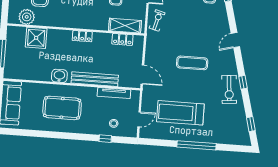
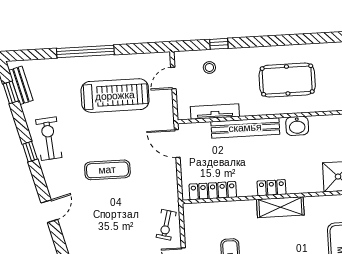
shelving: (125, 26) -> (280, 207), moved
locker: (122, 39) -> (213, 191), width x1.53
bench: (243, 128) -> (21, 85), added

